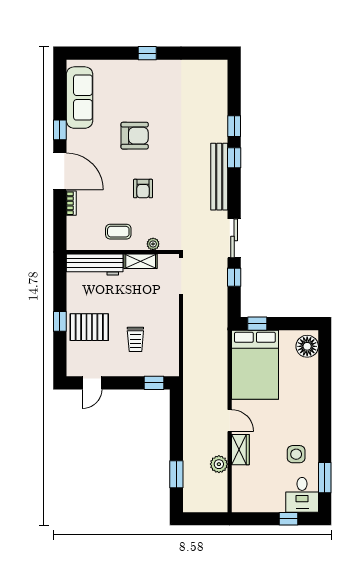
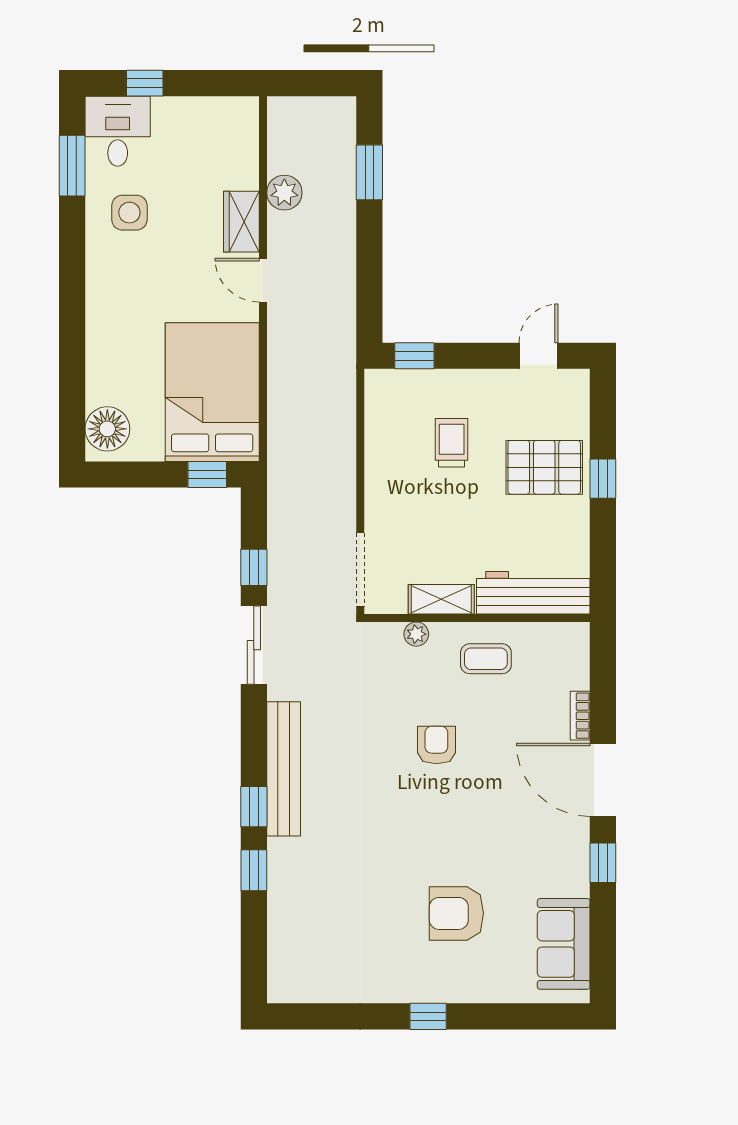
sofa: (80, 98) -> (564, 944), width x0.73
armchair: (135, 136) -> (456, 913), moved

